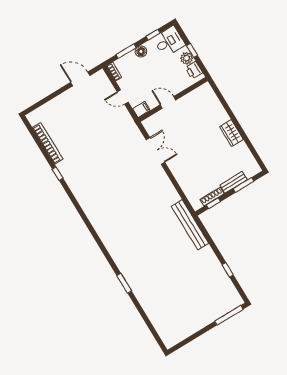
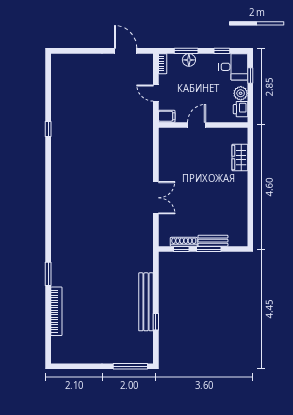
window: (192, 50) -> (250, 75), moved
floor lamp: (141, 51) -> (189, 60), moved
door: (168, 102) -> (197, 125), hinge flipped
wardrobe: (231, 133) -> (240, 158), moved
bookcase: (48, 143) -> (56, 311), moved
double door: (155, 151) -> (156, 198), moved
window: (243, 185) -> (209, 249), moved
bench: (190, 225) -> (146, 302), moved

